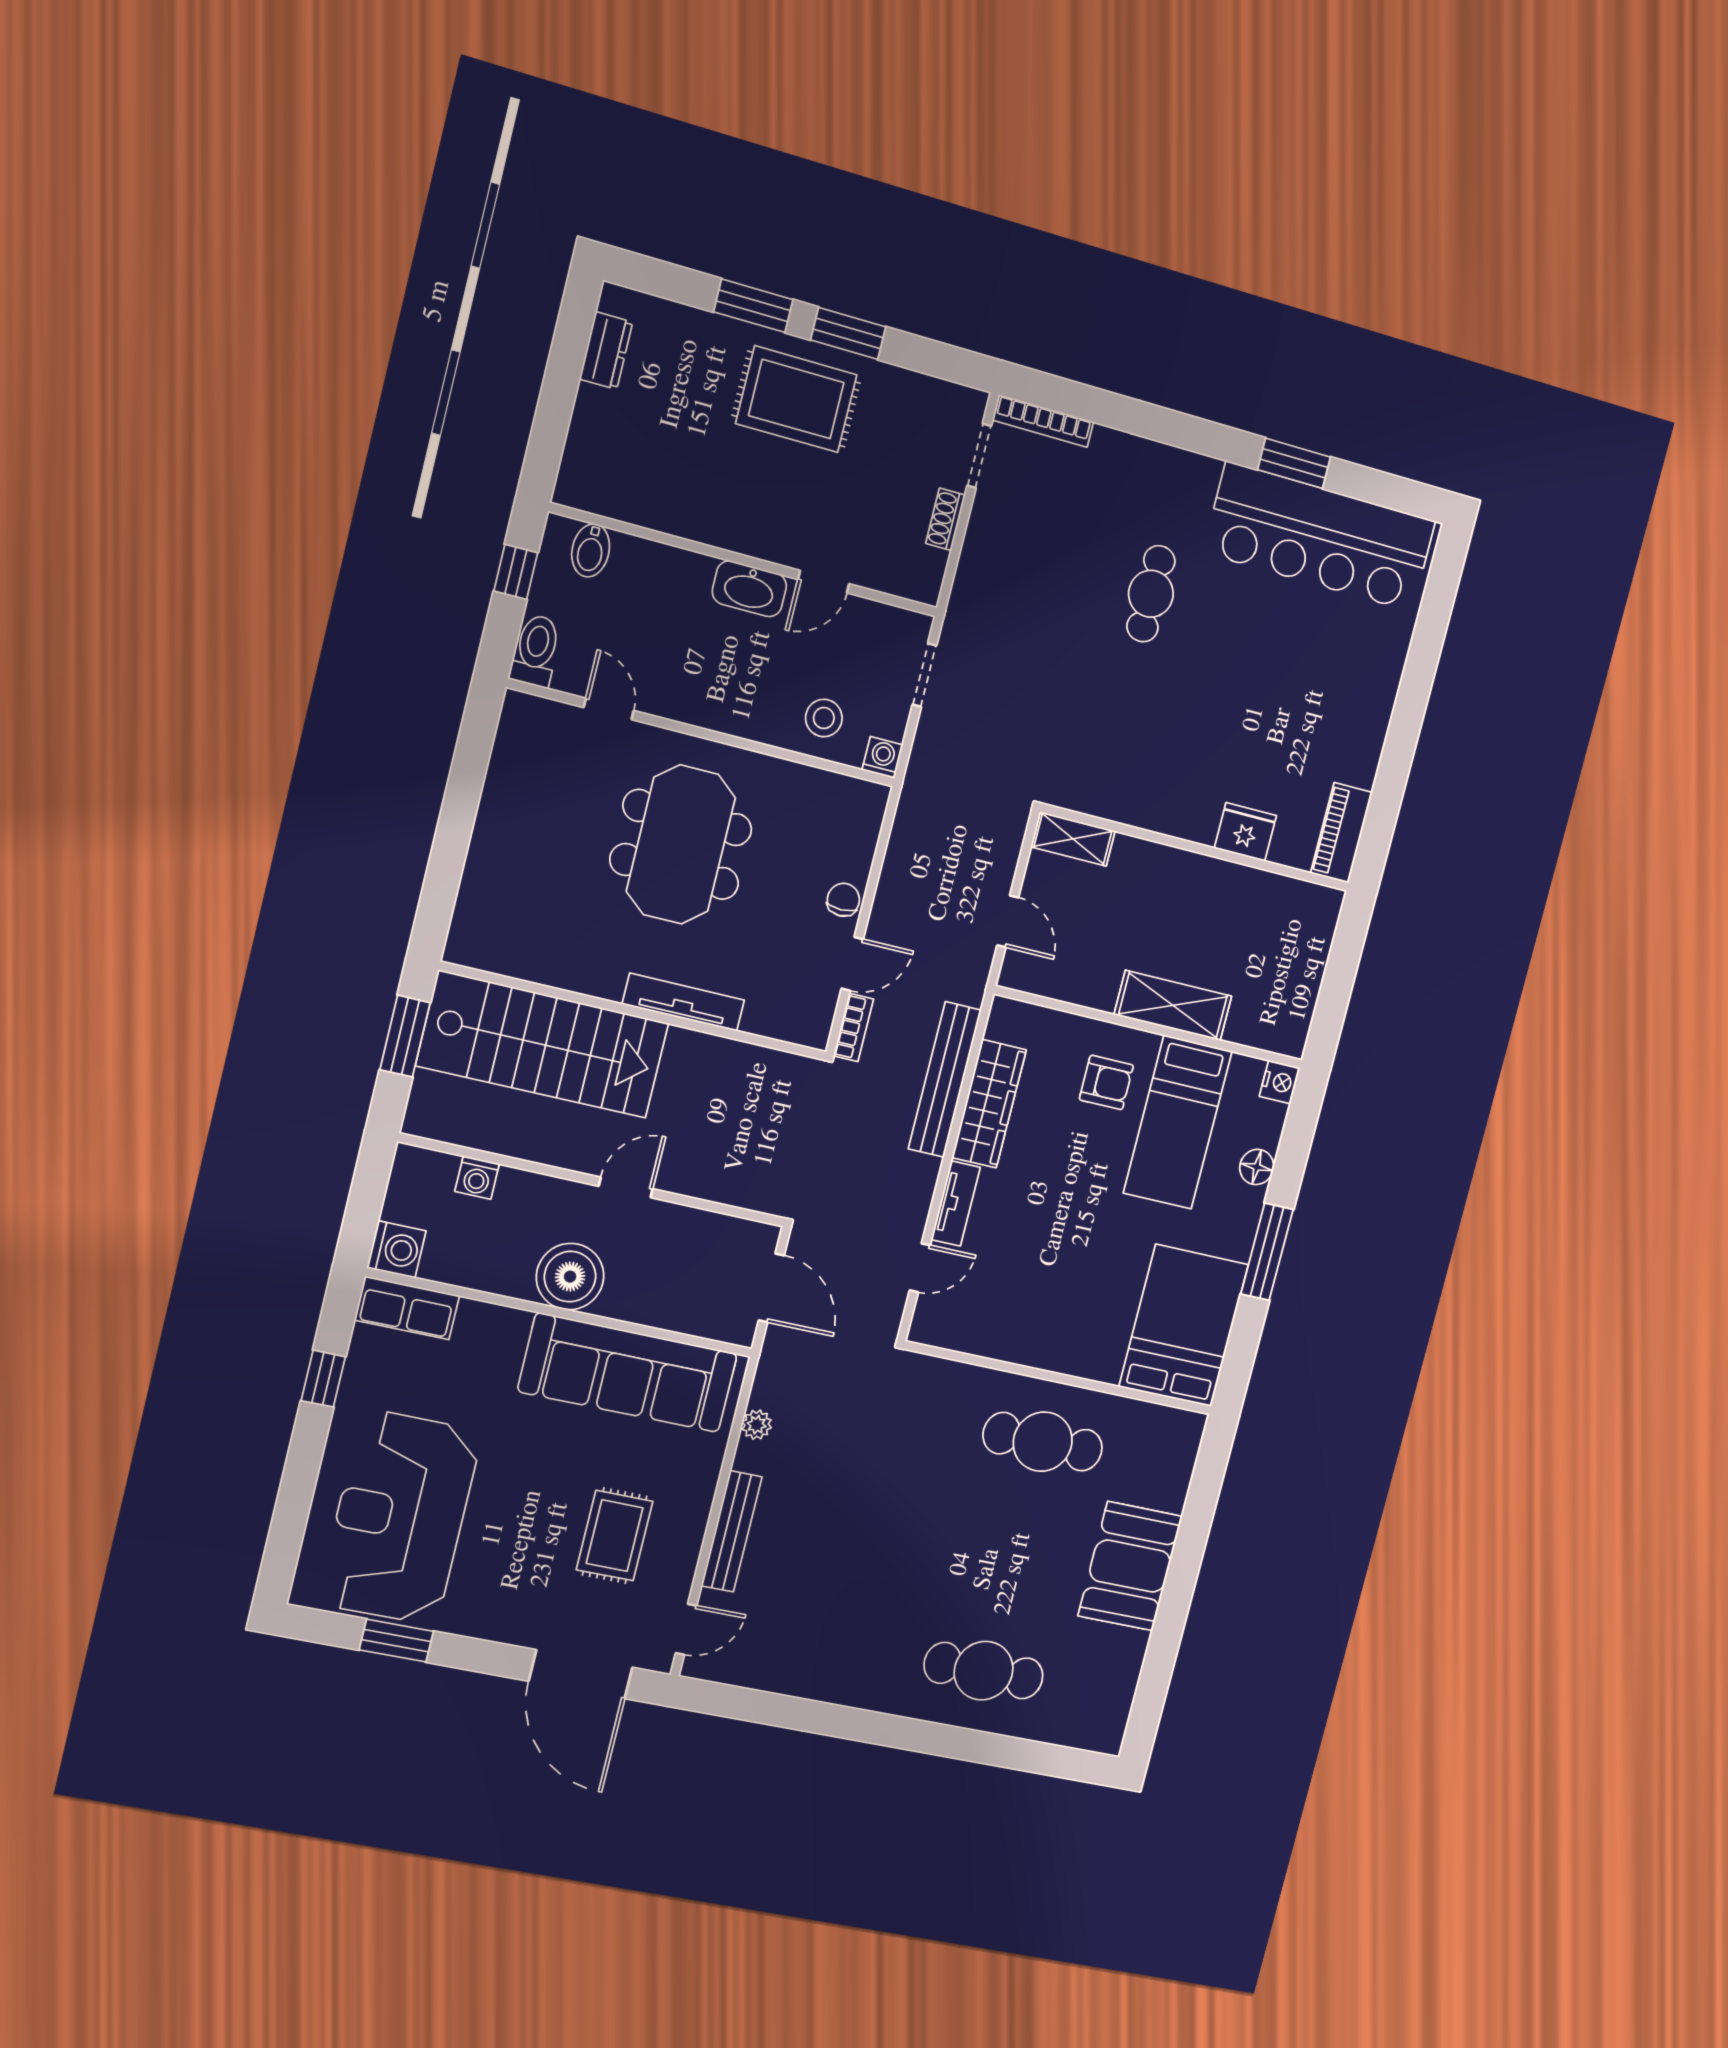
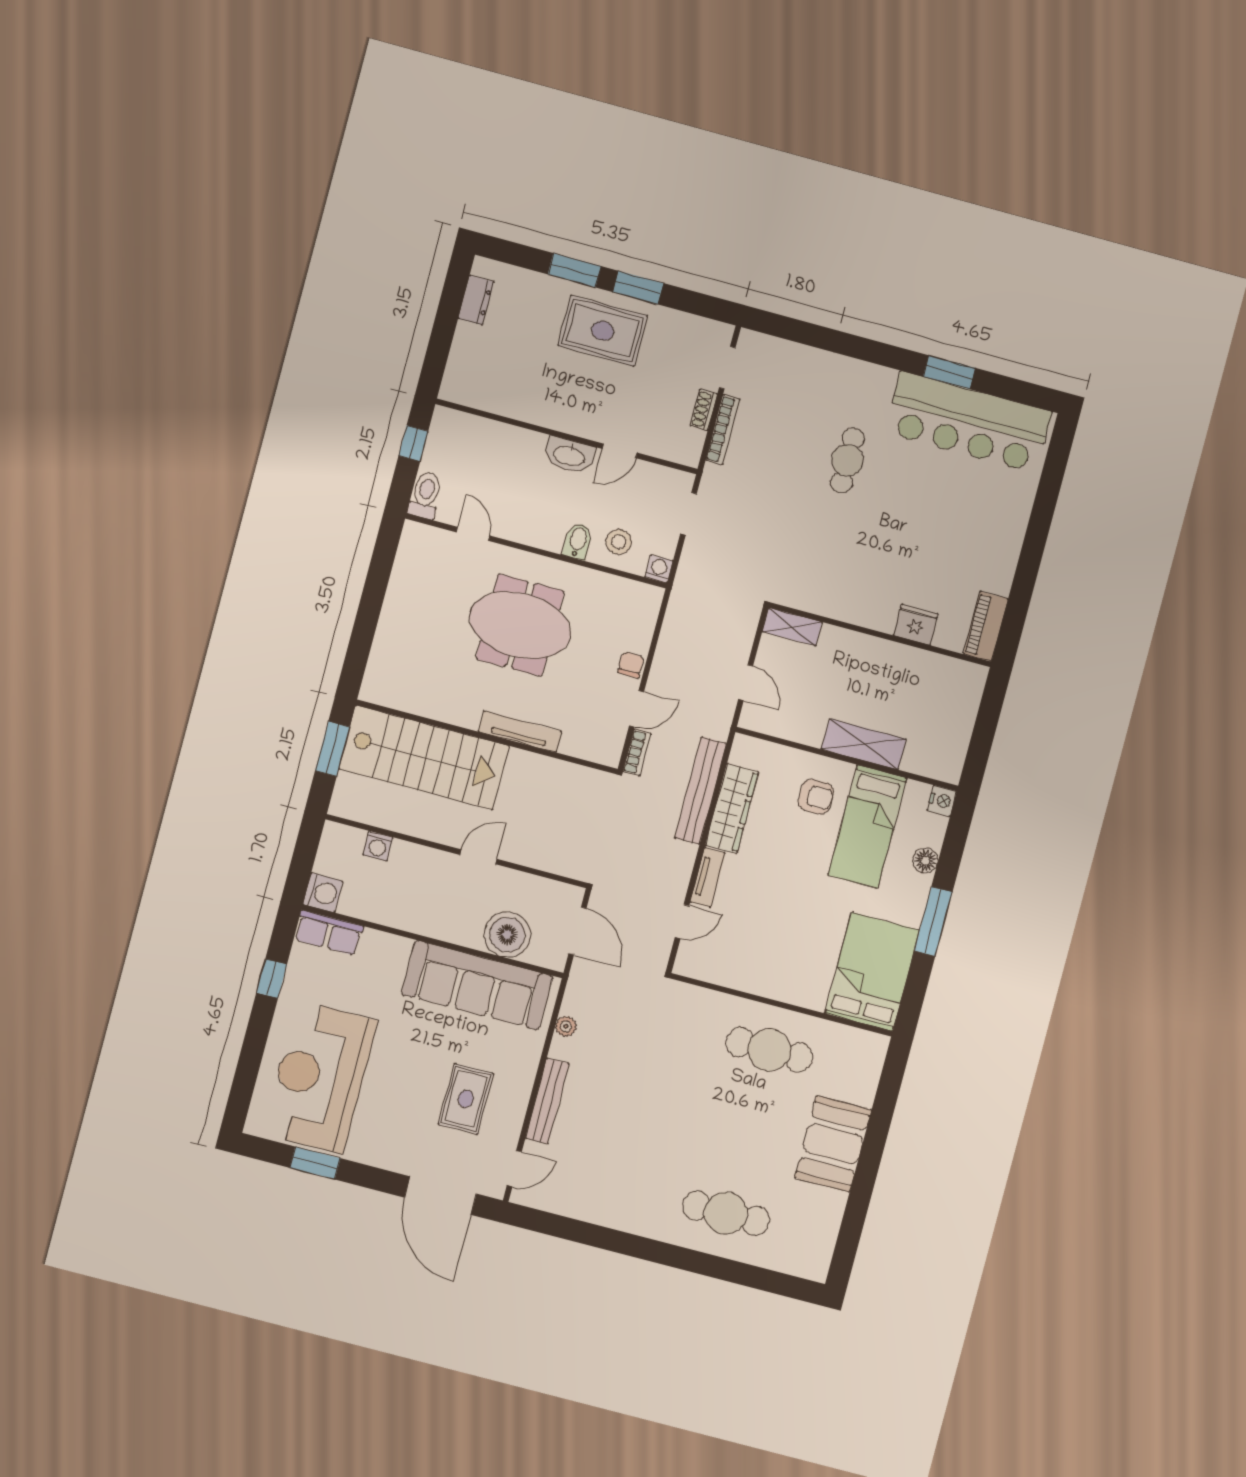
bookcase: (1043, 421) -> (723, 430), moved, turned -90
bidet: (591, 550) -> (578, 541), moved, turned 180
meeting table: (681, 845) -> (520, 625), turned 90
boiler: (570, 1277) -> (507, 935), moved

